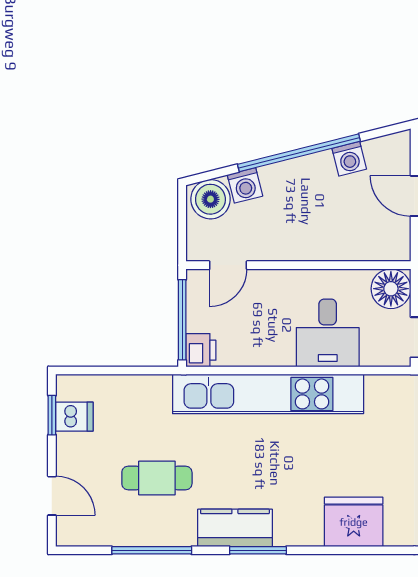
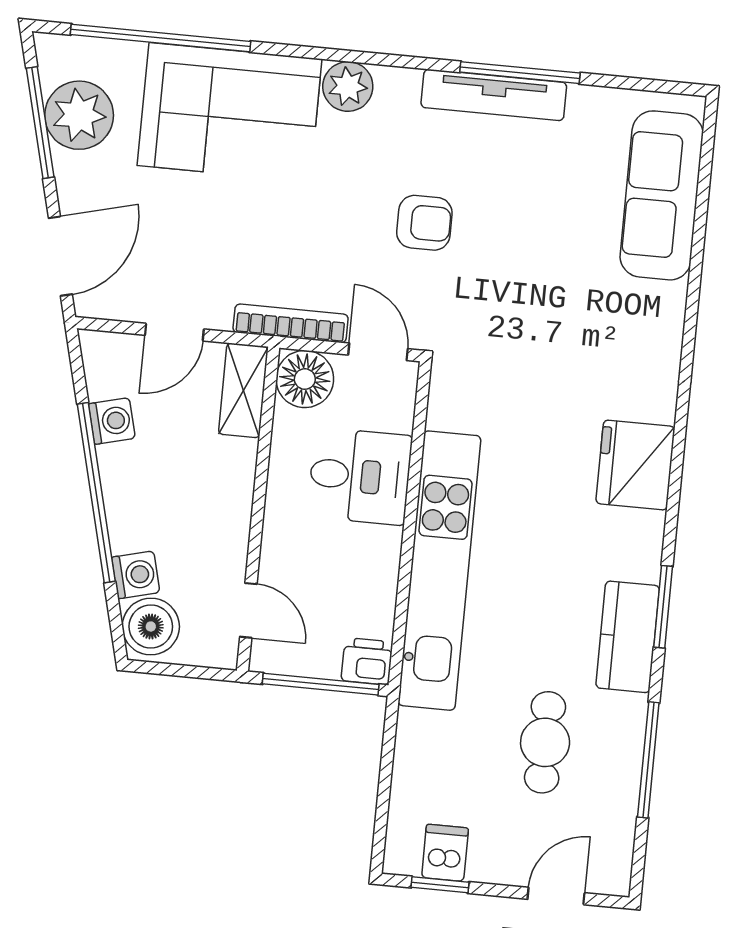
shelving: (379, 247) -> (243, 390), added

